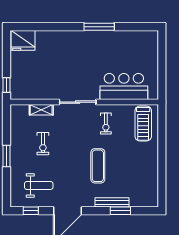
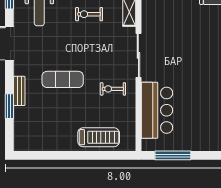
window: (162, 73) -> (173, 155), added
treadmill: (143, 124) -> (99, 137), moved, turned 180
bench: (112, 202) -> (19, 91), width x0.73

